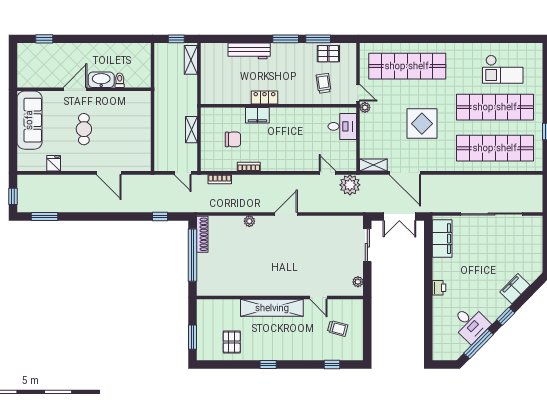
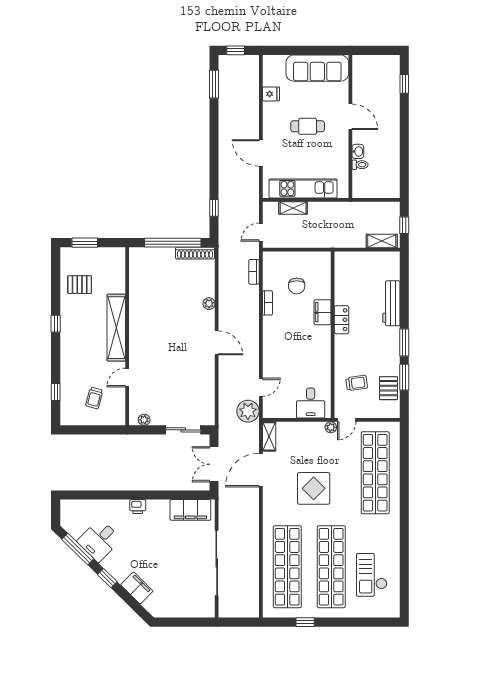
washbasin: (101, 80) -> (358, 151), width x0.52, depth x0.69
shelving: (191, 130) -> (293, 208), moved
kitchen unit: (142, 133) -> (303, 188), added
door: (109, 173) -> (261, 153), hinge flipped

